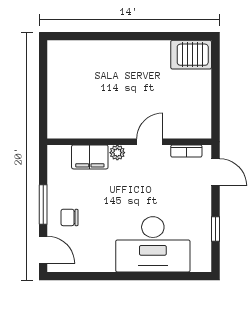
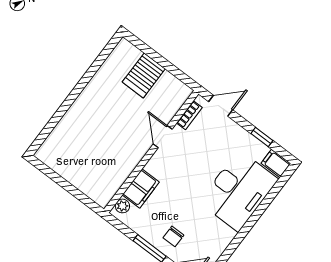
server rack: (191, 55) -> (144, 75), moved
plant: (117, 153) -> (122, 206), moved
filing cabinet: (201, 259) -> (276, 163), added

